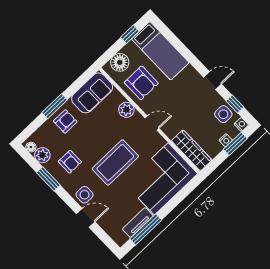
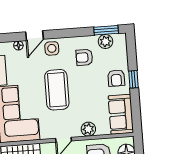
window: (55, 106) -> (134, 79), width x0.67
floor lamp: (31, 147) -> (18, 45), moved
window: (48, 179) -> (106, 30), moved

